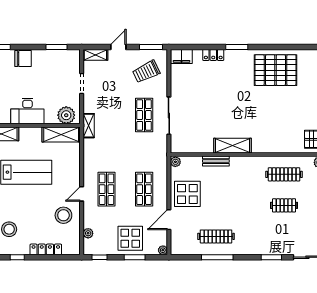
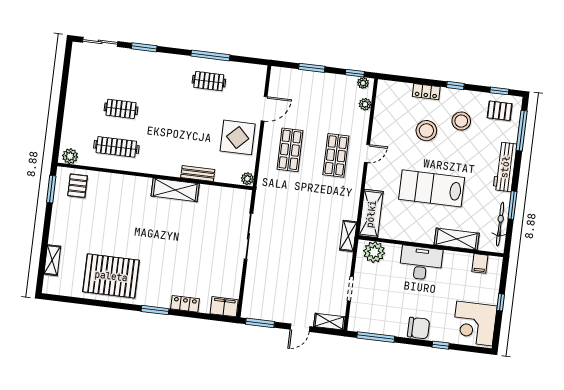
window: (57, 47) -> (376, 337), width x1.44
chair: (23, 58) -> (418, 328), turned 180
trolley: (146, 72) -> (270, 293), removed
shop shelf: (144, 115) -> (279, 241), removed
shelving: (61, 134) -> (371, 214), moved, turned 90
stool: (63, 215) -> (426, 131), moved
clothes rail: (216, 236) -> (209, 81), width x0.73
display table: (130, 238) -> (314, 92), removed
locker: (46, 249) -> (426, 92), width x0.66
plant: (163, 250) -> (363, 83), moved

